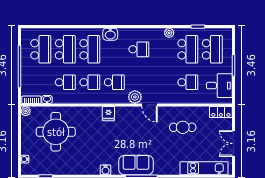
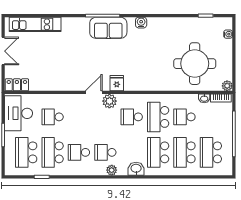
plant: (169, 33) -> (112, 170), moved
school desk: (163, 49) -> (79, 152), added
school desk: (90, 82) -> (158, 117), width x1.85
desk: (219, 86) -> (19, 113), width x1.37
door: (150, 105) -> (94, 92), hinge flipped
fridge: (108, 114) -> (117, 83), moved
cafe table: (183, 127) -> (58, 68), removed

